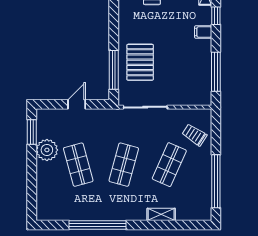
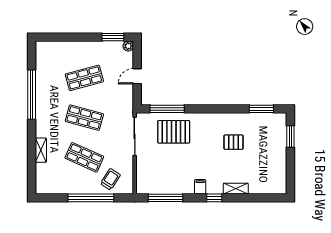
door: (77, 104) -> (137, 76), swing flipped
plant: (47, 150) -> (128, 46), moved, width x0.53, depth x0.53
window: (216, 181) -> (91, 198), moved

